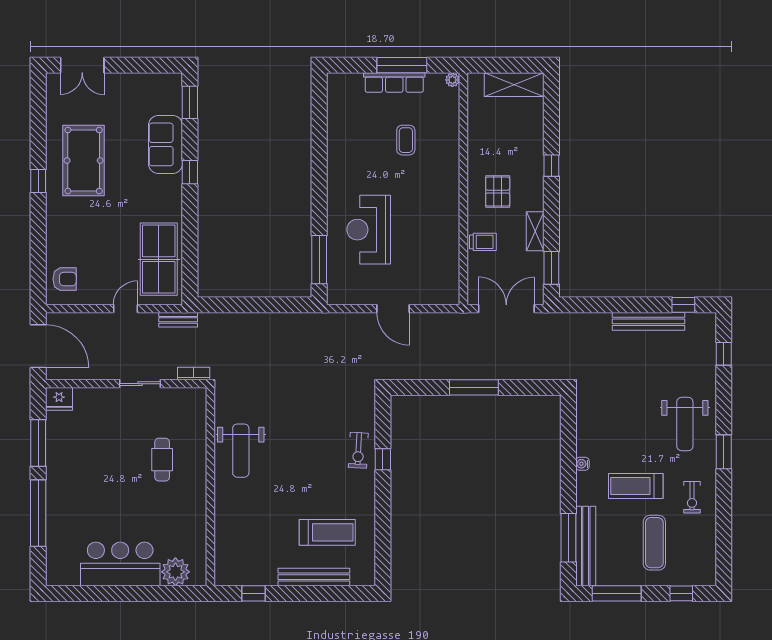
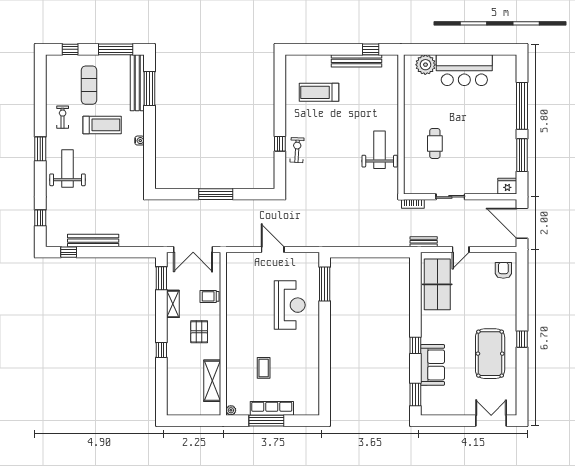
shelving: (514, 85) -> (212, 381), moved, turned 90
armchair: (65, 279) -> (503, 270), turned 90
bench: (314, 577) -> (356, 61), moved

